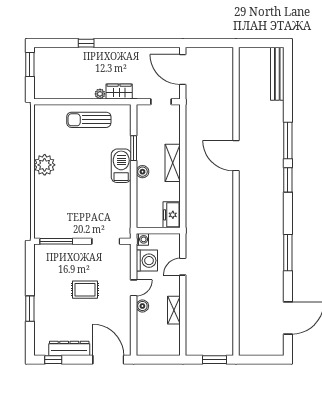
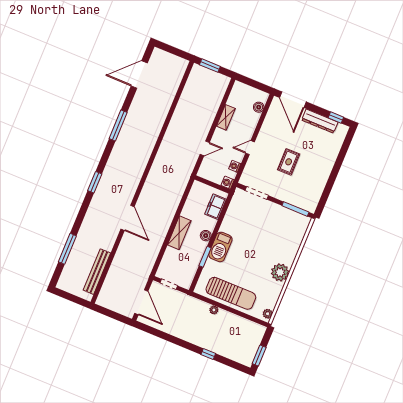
bench: (277, 74) -> (97, 272), moved
wardrobe: (119, 91) -> (198, 306), removed
plant: (40, 114) -> (268, 314), added
sun lounger: (89, 120) -> (231, 293), width x1.36, depth x1.34
window: (288, 141) -> (67, 249), moved
freezer: (172, 215) -> (215, 207), moved, turned 180
washing machine: (147, 261) -> (235, 166), width x0.53, depth x0.53
rug: (85, 290) -> (289, 162), turned 90
boiler: (142, 306) -> (259, 107), moved
window: (30, 309) -> (338, 165), removed

